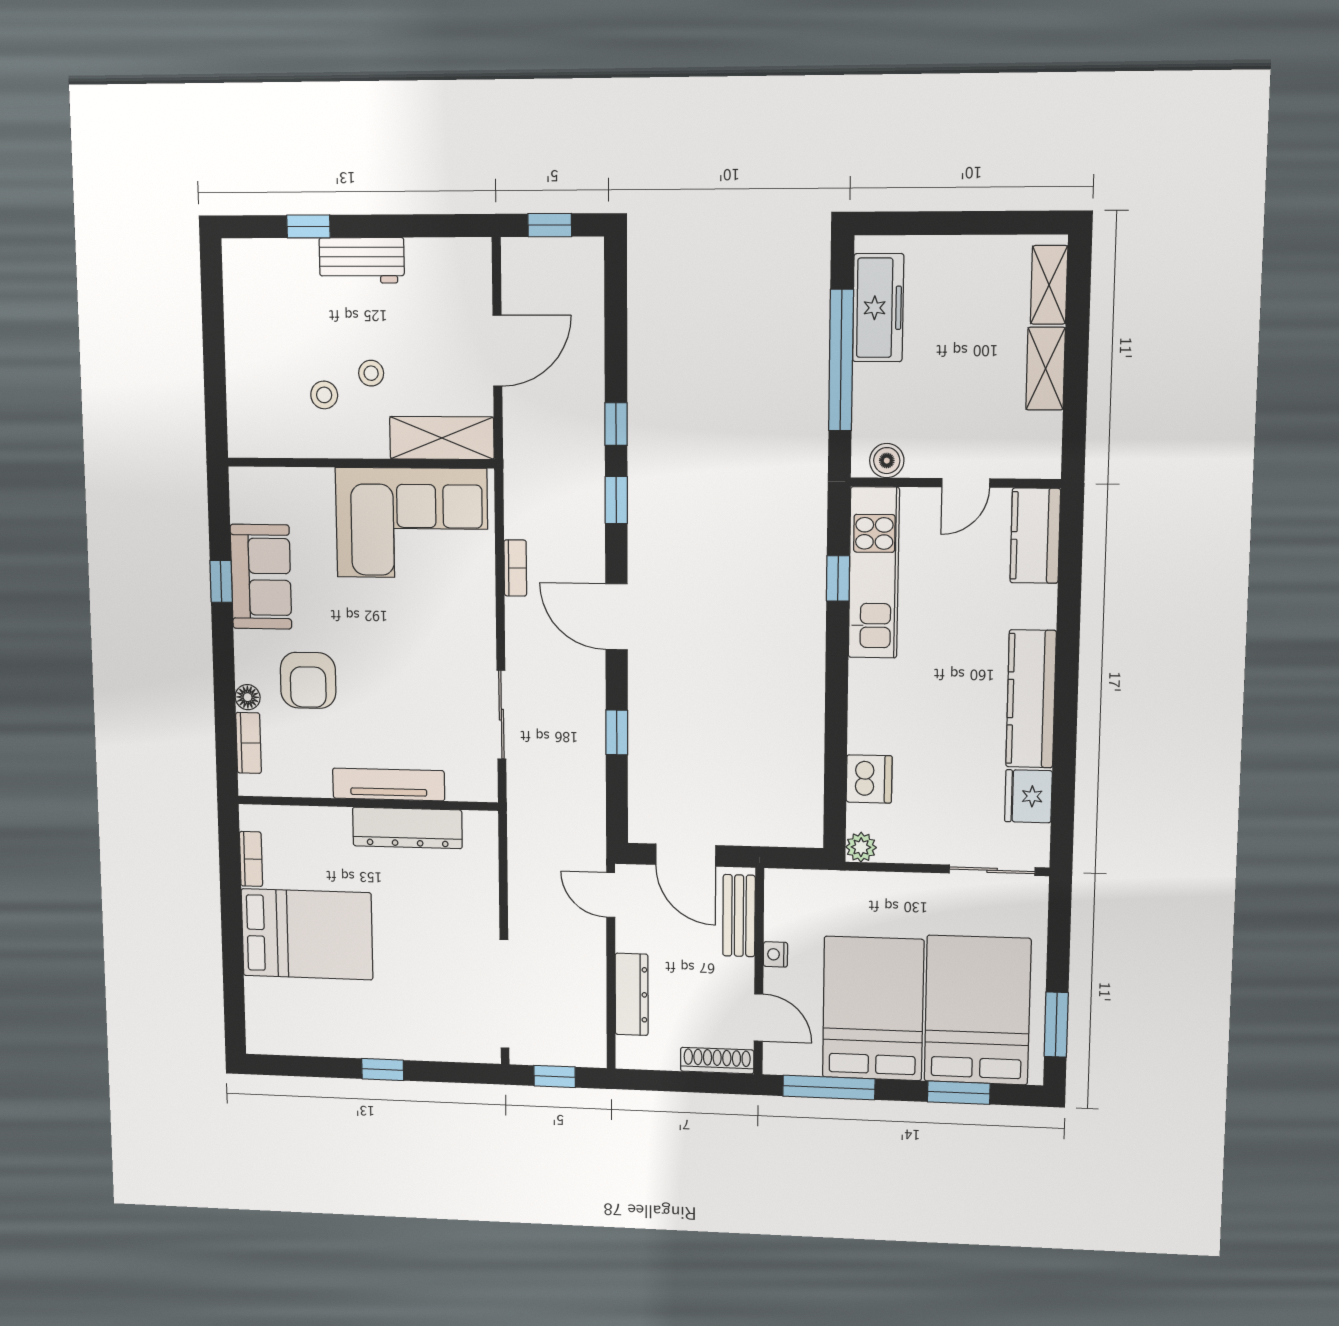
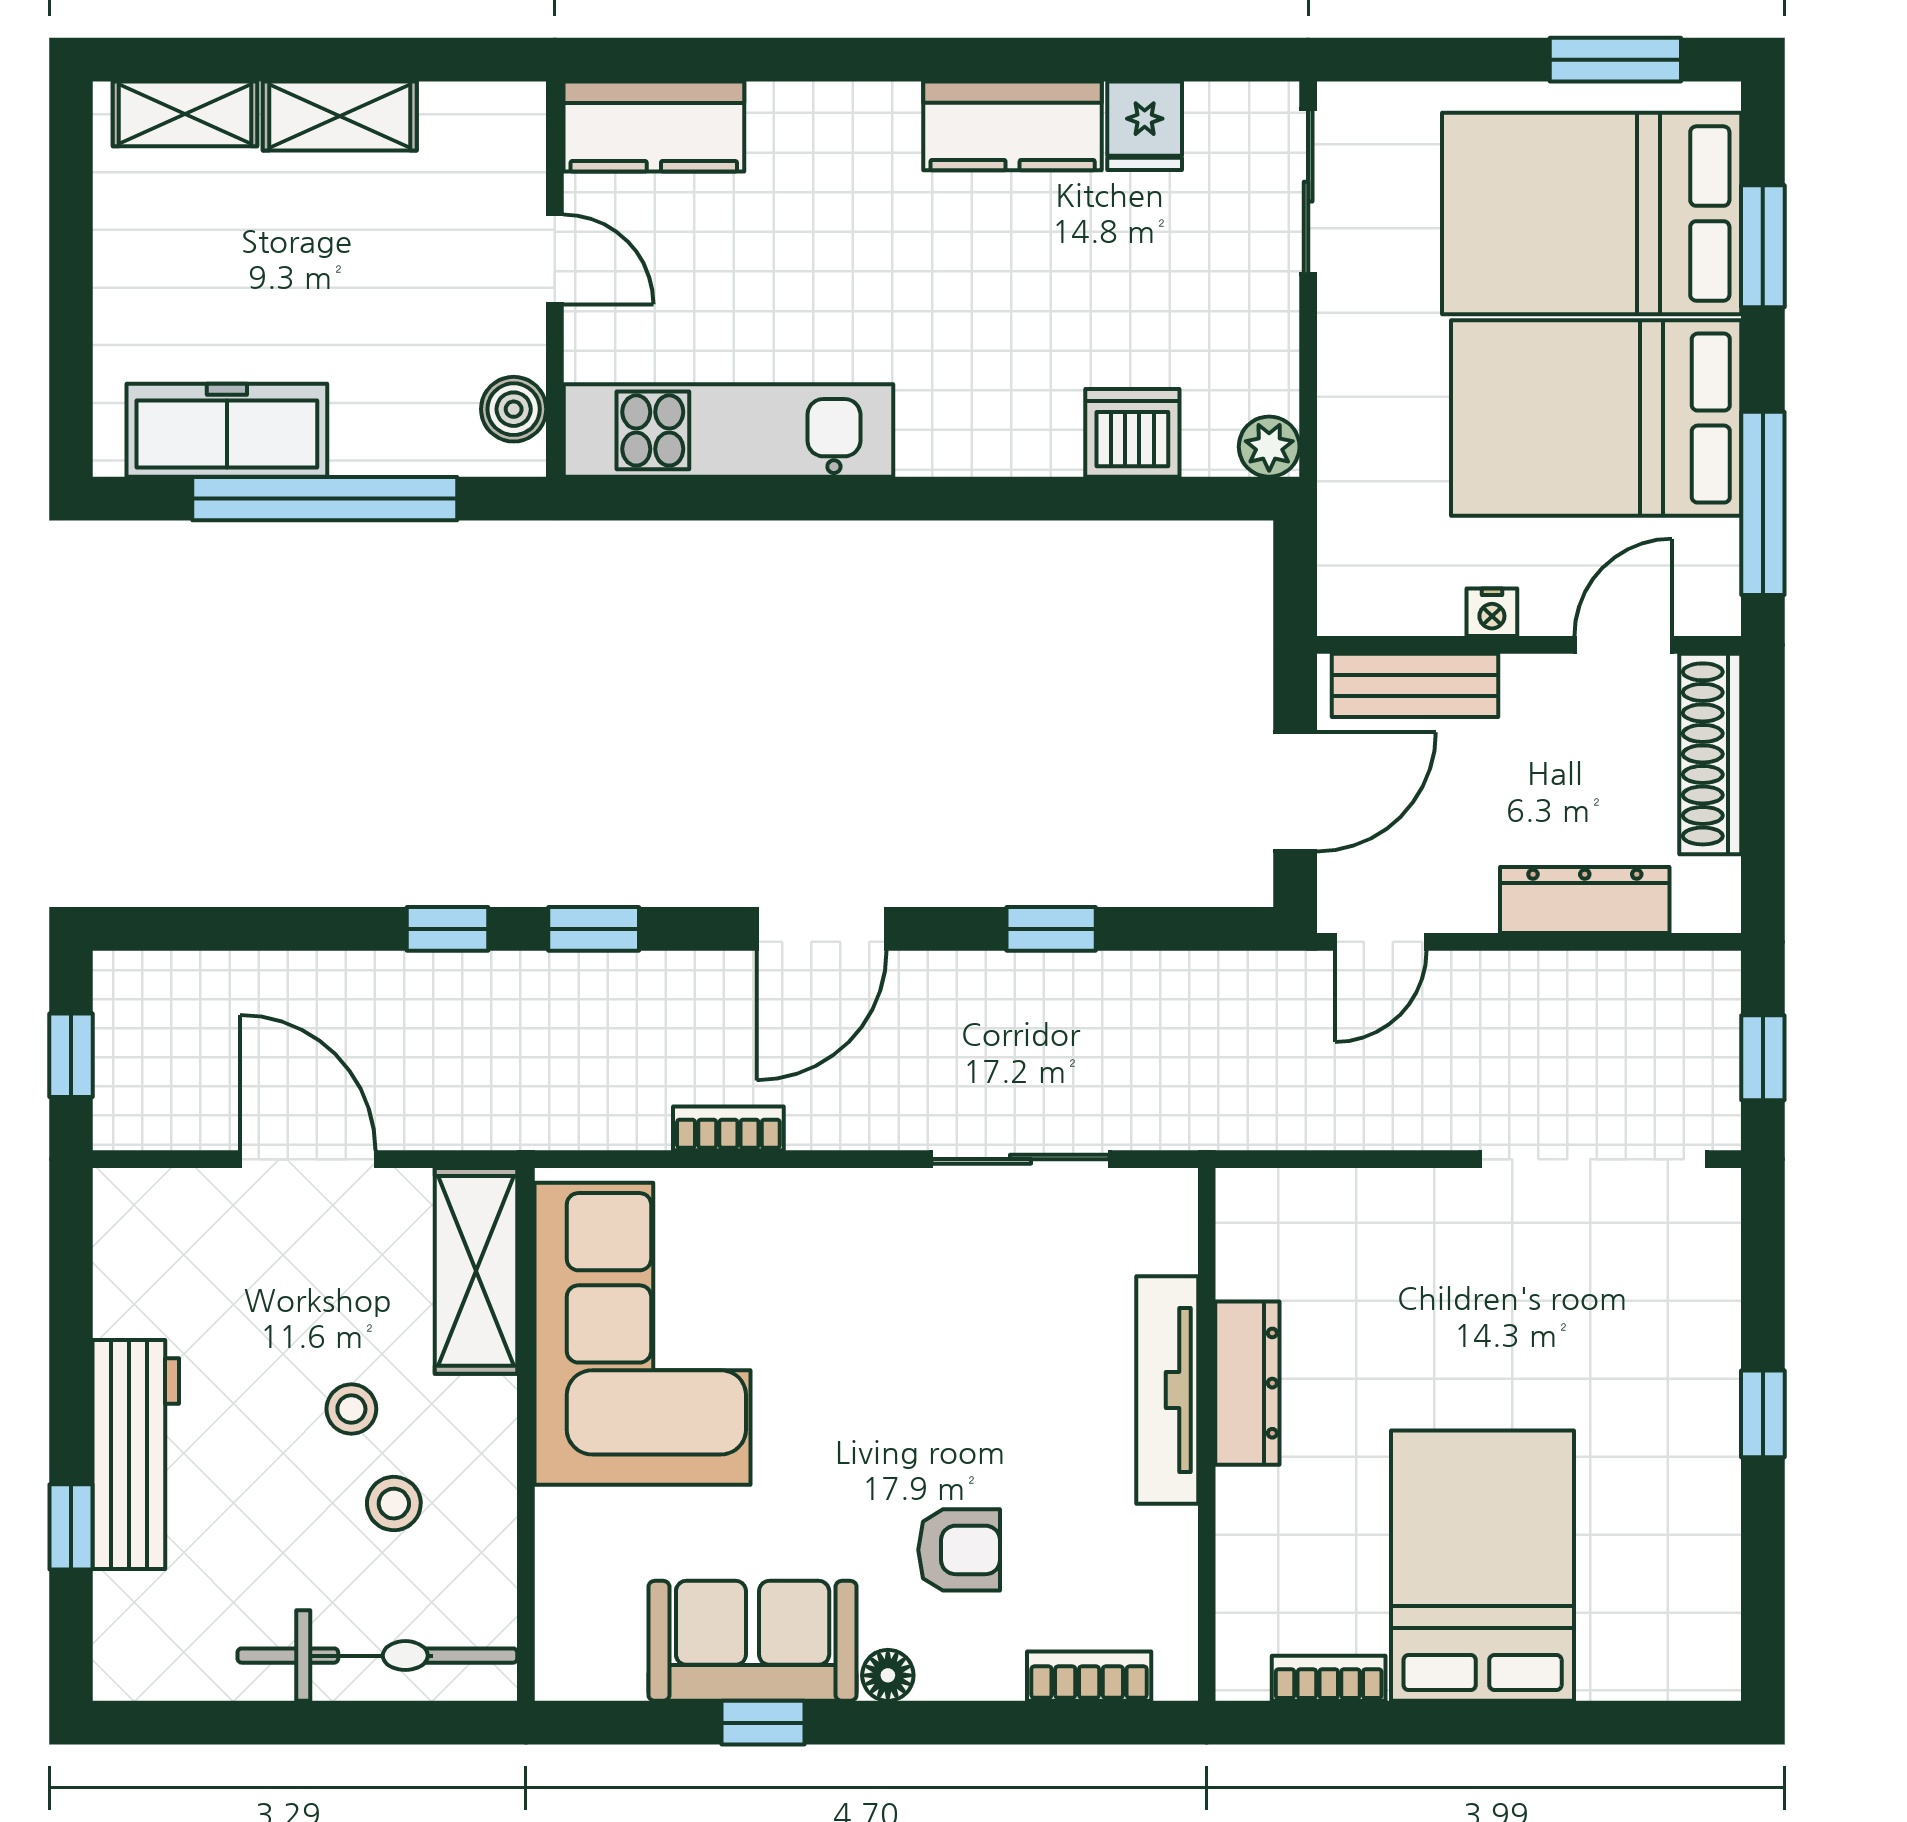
workbench: (362, 260) -> (136, 1454), width x1.38
bicycle: (248, 386) -> (377, 1656), added
window: (838, 578) -> (740, 499), removed
armchair: (308, 680) -> (959, 1550), width x0.72, depth x0.72
floor lamp: (248, 697) -> (888, 1675), moved
kitchen counter: (1031, 699) -> (1013, 126), width x0.67
fridge: (1028, 796) -> (1145, 126), width x0.72
dresser: (407, 828) -> (1247, 1383), width x0.73, depth x0.80
shoe rack: (717, 1061) -> (1710, 754), width x1.36, depth x1.24

